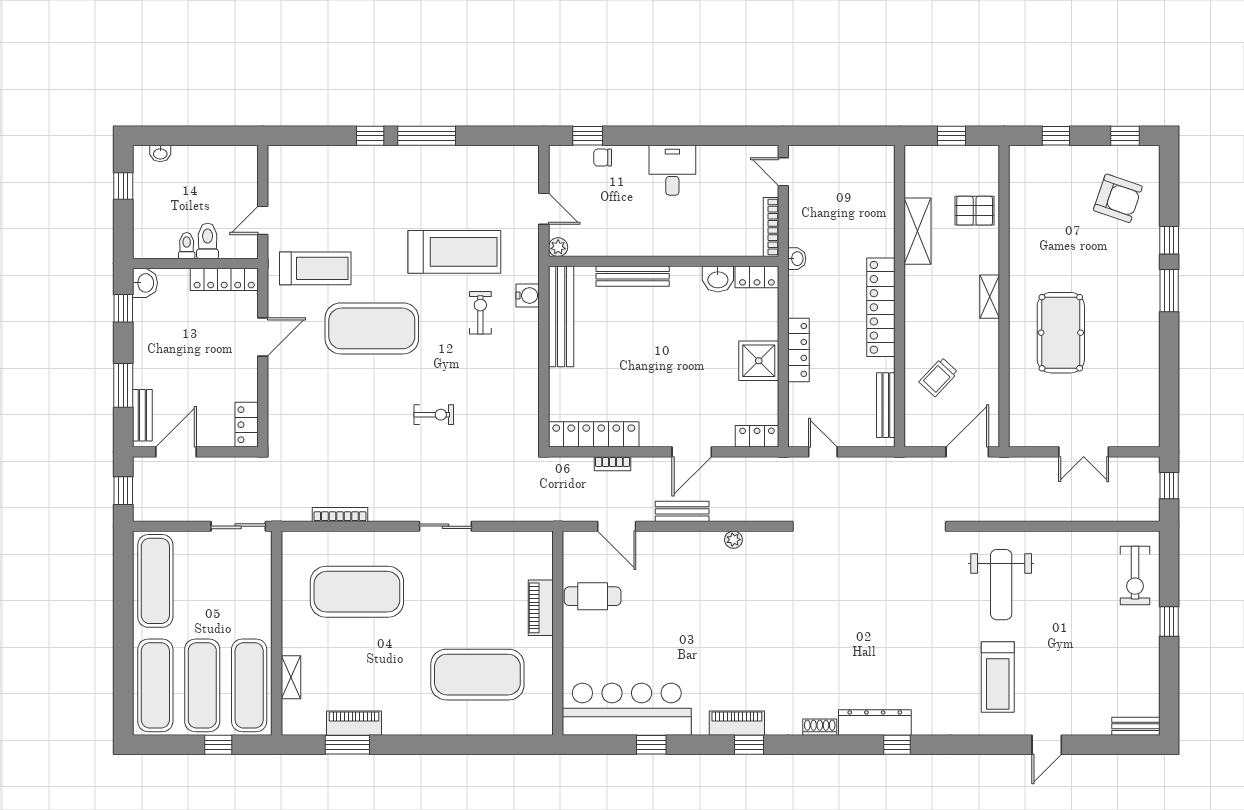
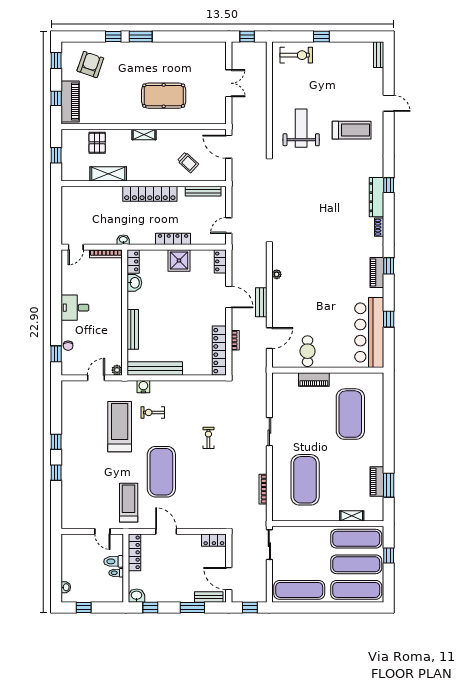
window: (427, 136) -> (56, 442), width x0.46
piano: (1050, 162) -> (70, 101), added
weight bench: (1001, 585) -> (301, 128), turned -90

